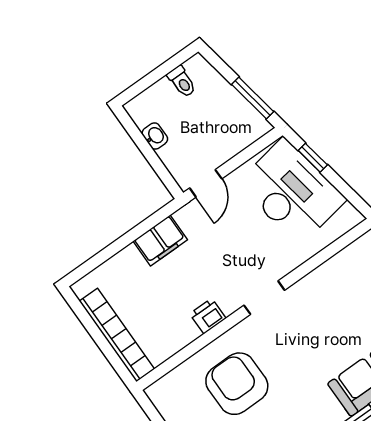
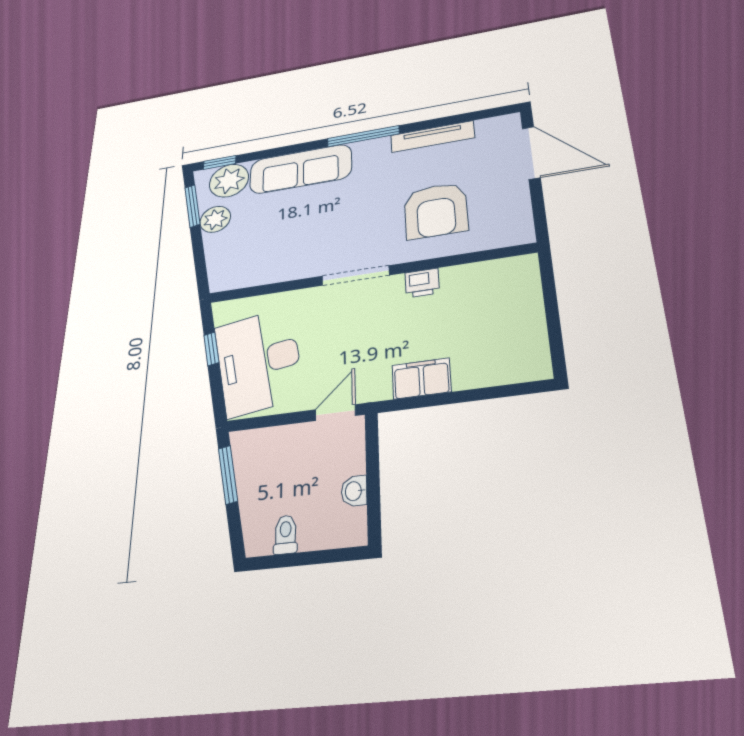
window: (313, 158) -> (211, 349), moved
doorway: (264, 298) -> (355, 276), width x1.38
bookcase: (117, 335) -> (530, 306), removed

